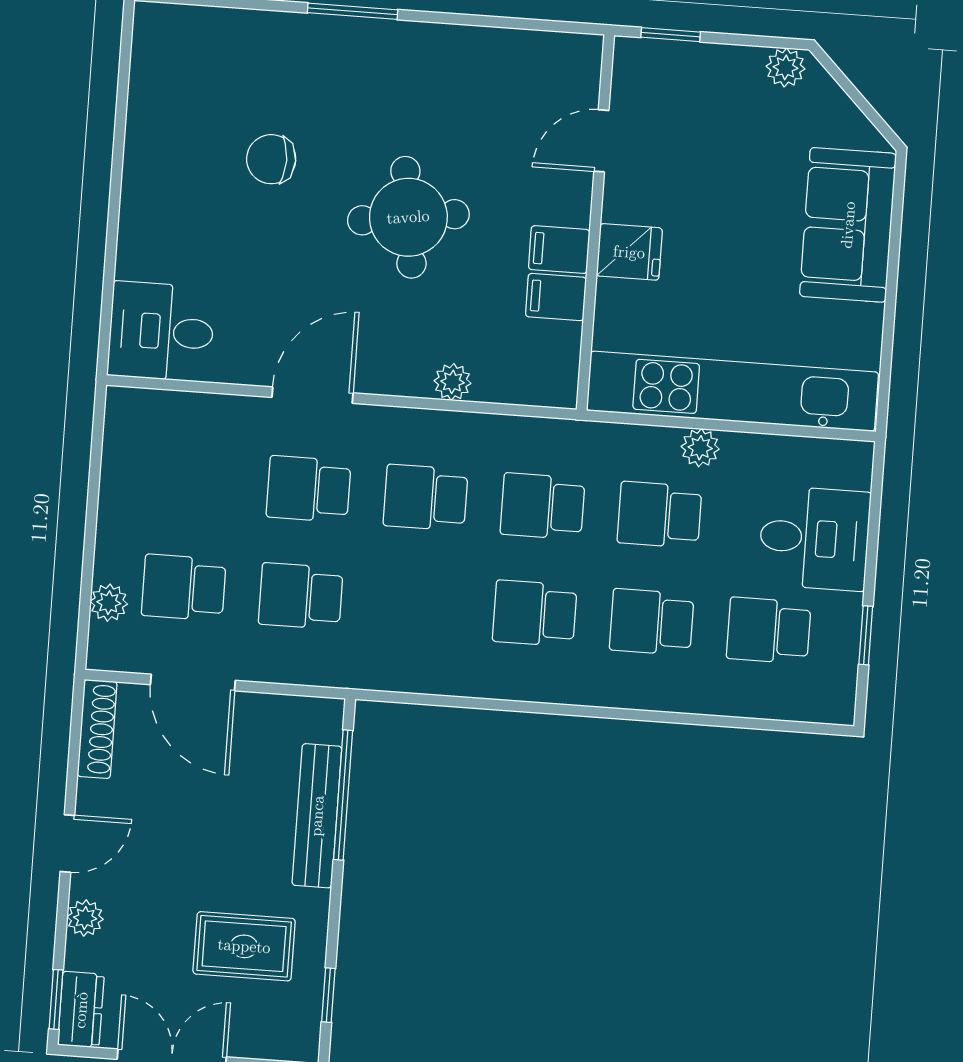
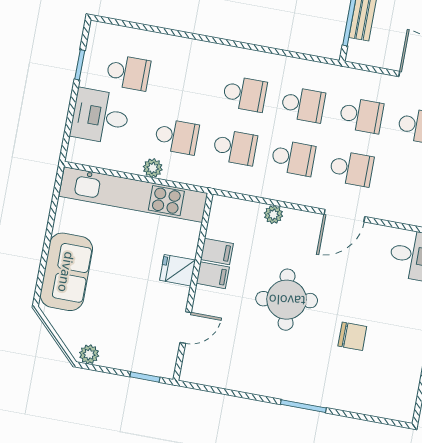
school desk: (652, 622) -> (303, 105), moved

